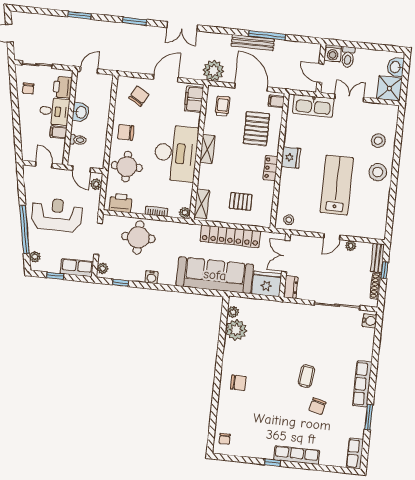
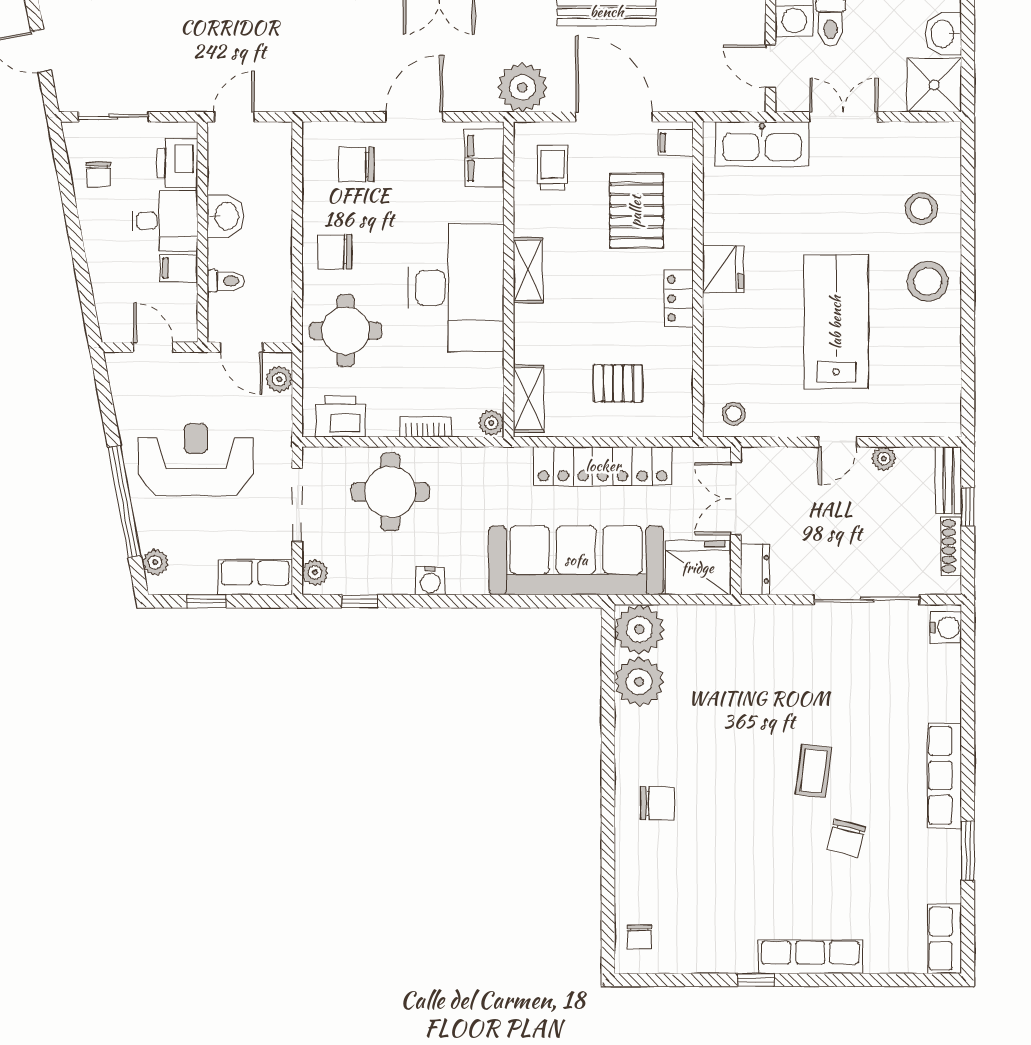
chair: (139, 96) -> (356, 165), turned -119
plant: (233, 312) -> (639, 629), width x1.88, depth x1.88

